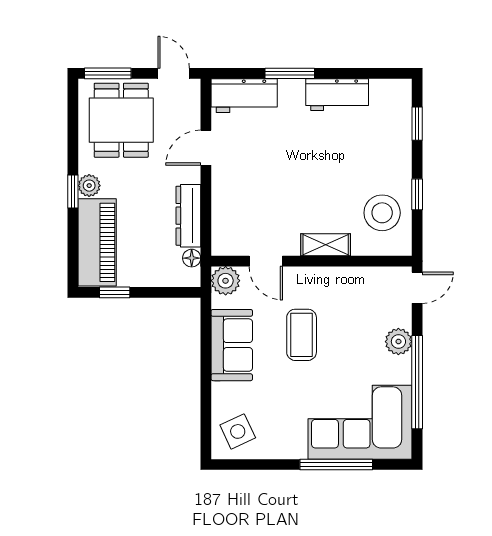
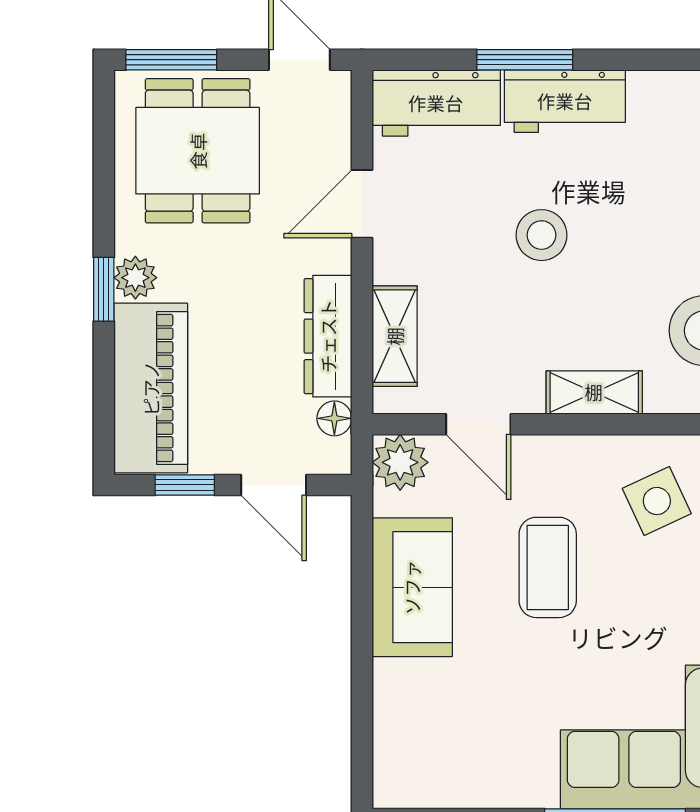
workbench: (337, 95) -> (565, 101), moved
stool: (298, 164) -> (542, 235), added
shelving: (223, 216) -> (395, 336), added
door: (160, 292) -> (274, 485), added
side table: (238, 431) -> (657, 501), moved

